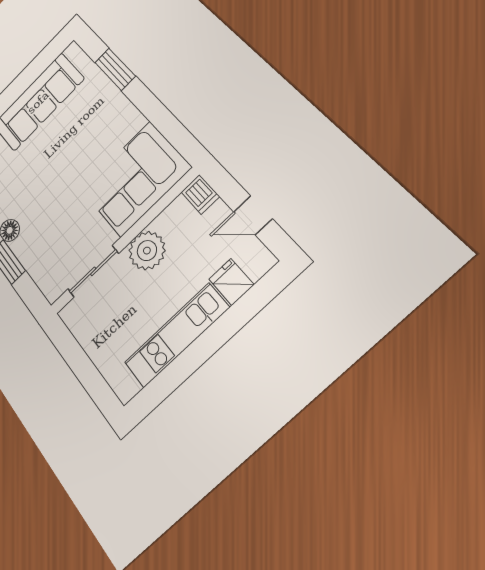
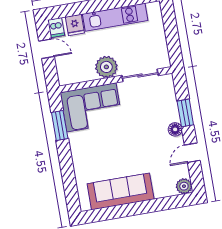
window: (115, 69) -> (60, 126), moved
dishwasher: (200, 194) -> (56, 28), moved, turned 180

